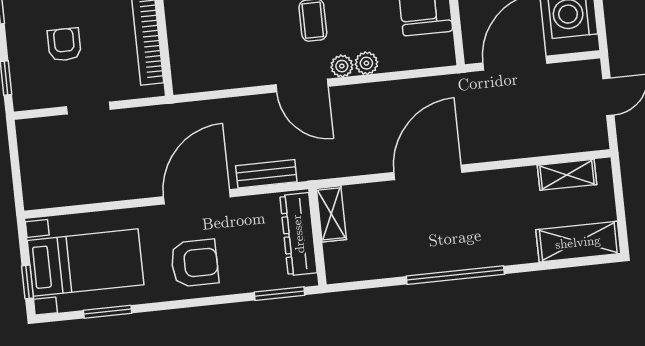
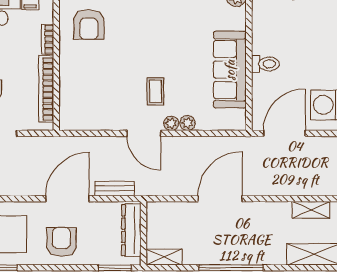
shelving: (331, 214) -> (164, 257), moved, turned 90
armchair: (195, 263) -> (61, 242), turned -90

